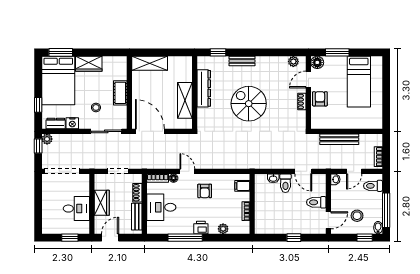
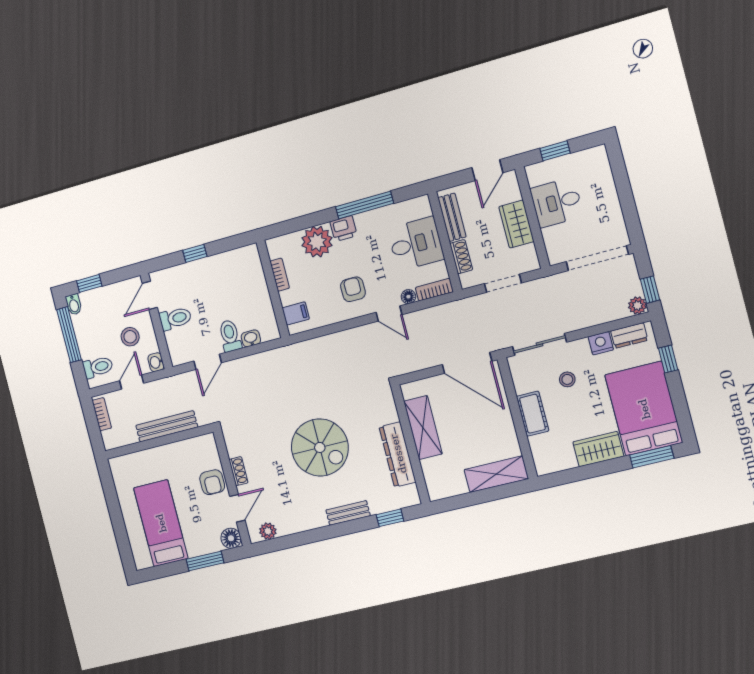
door: (303, 171) -> (208, 362), swing flipped
stool: (357, 216) -> (130, 337), moved
plant: (223, 229) -> (317, 242), width x1.88, depth x1.88

